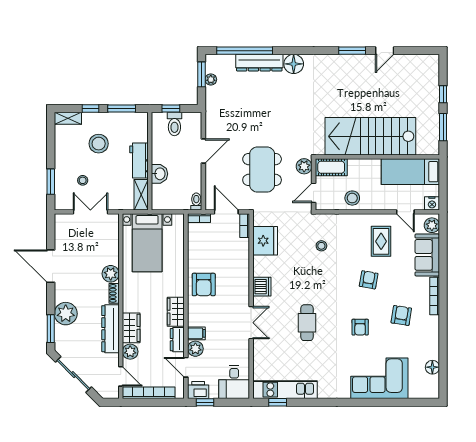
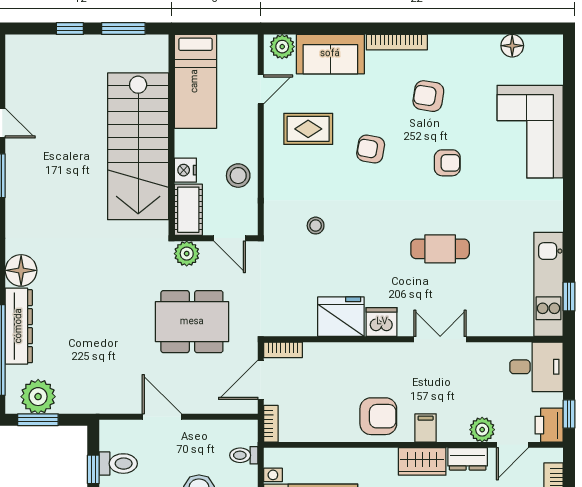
plant: (211, 79) -> (38, 397), width x1.88, depth x1.88
toilet: (196, 202) -> (244, 455), moved
nightstand: (432, 203) -> (185, 170), moved, turned 180
fridge: (265, 241) -> (341, 317), moved
filing cabinet: (196, 333) -> (426, 428), moved

